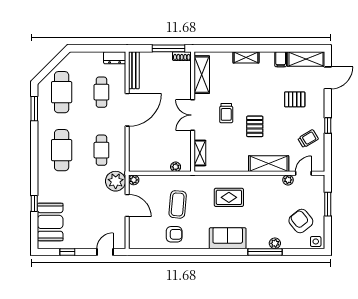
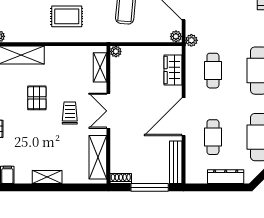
window: (169, 48) -> (150, 187), moved
dresser: (115, 58) -> (226, 177), moved, width x1.44
double door: (193, 115) -> (108, 111), swing flipped
wardrobe: (136, 151) -> (173, 70), added
plant: (176, 167) -> (116, 51), moved
plant: (116, 181) -> (191, 40), width x0.53, depth x0.53

